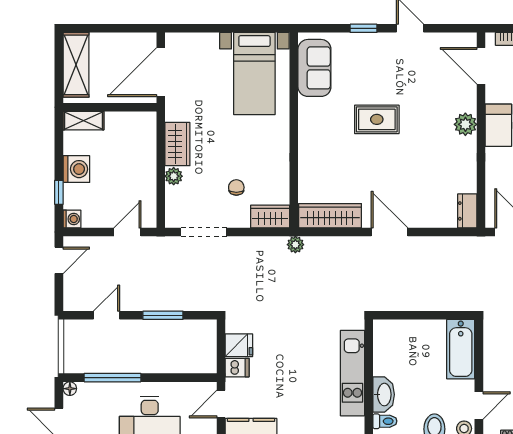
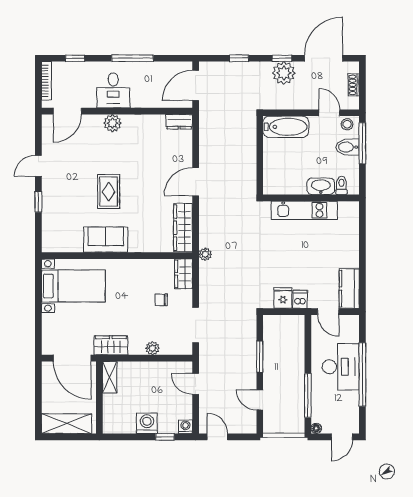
sofa: (314, 68) -> (106, 240), moved
shelving: (83, 121) -> (110, 377), moved
wardrobe: (177, 144) -> (111, 345), moved

